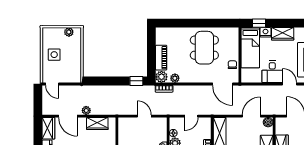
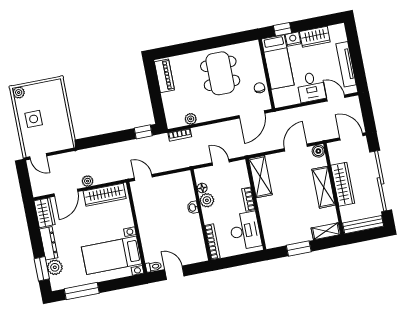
plant: (69, 32) -> (19, 93), moved
piano: (161, 58) -> (164, 76), moved
plant: (161, 77) -> (174, 120), removed
door: (223, 84) -> (252, 114), hinge flipped
door: (68, 116) -> (66, 193), hinge flipped
door: (144, 116) -> (143, 177), moved
door: (191, 116) -> (221, 162), swing flipped
wardrobe: (97, 124) -> (105, 195), width x1.50

